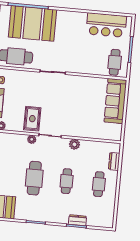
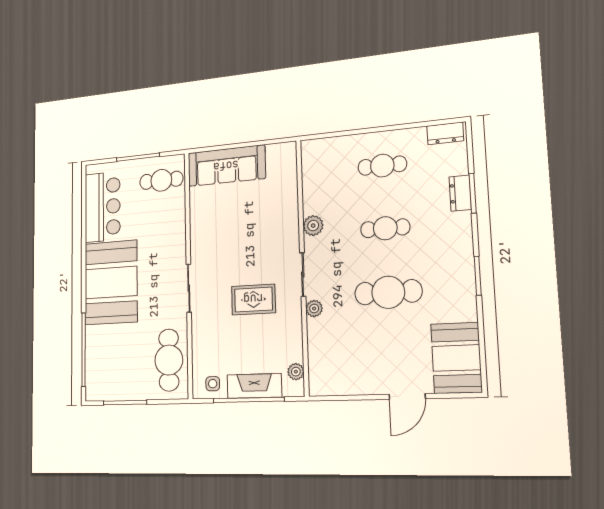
booth: (33, 23) -> (111, 282), moved
rug: (32, 119) -> (253, 299), moved
dresser: (114, 161) -> (445, 133), moved

